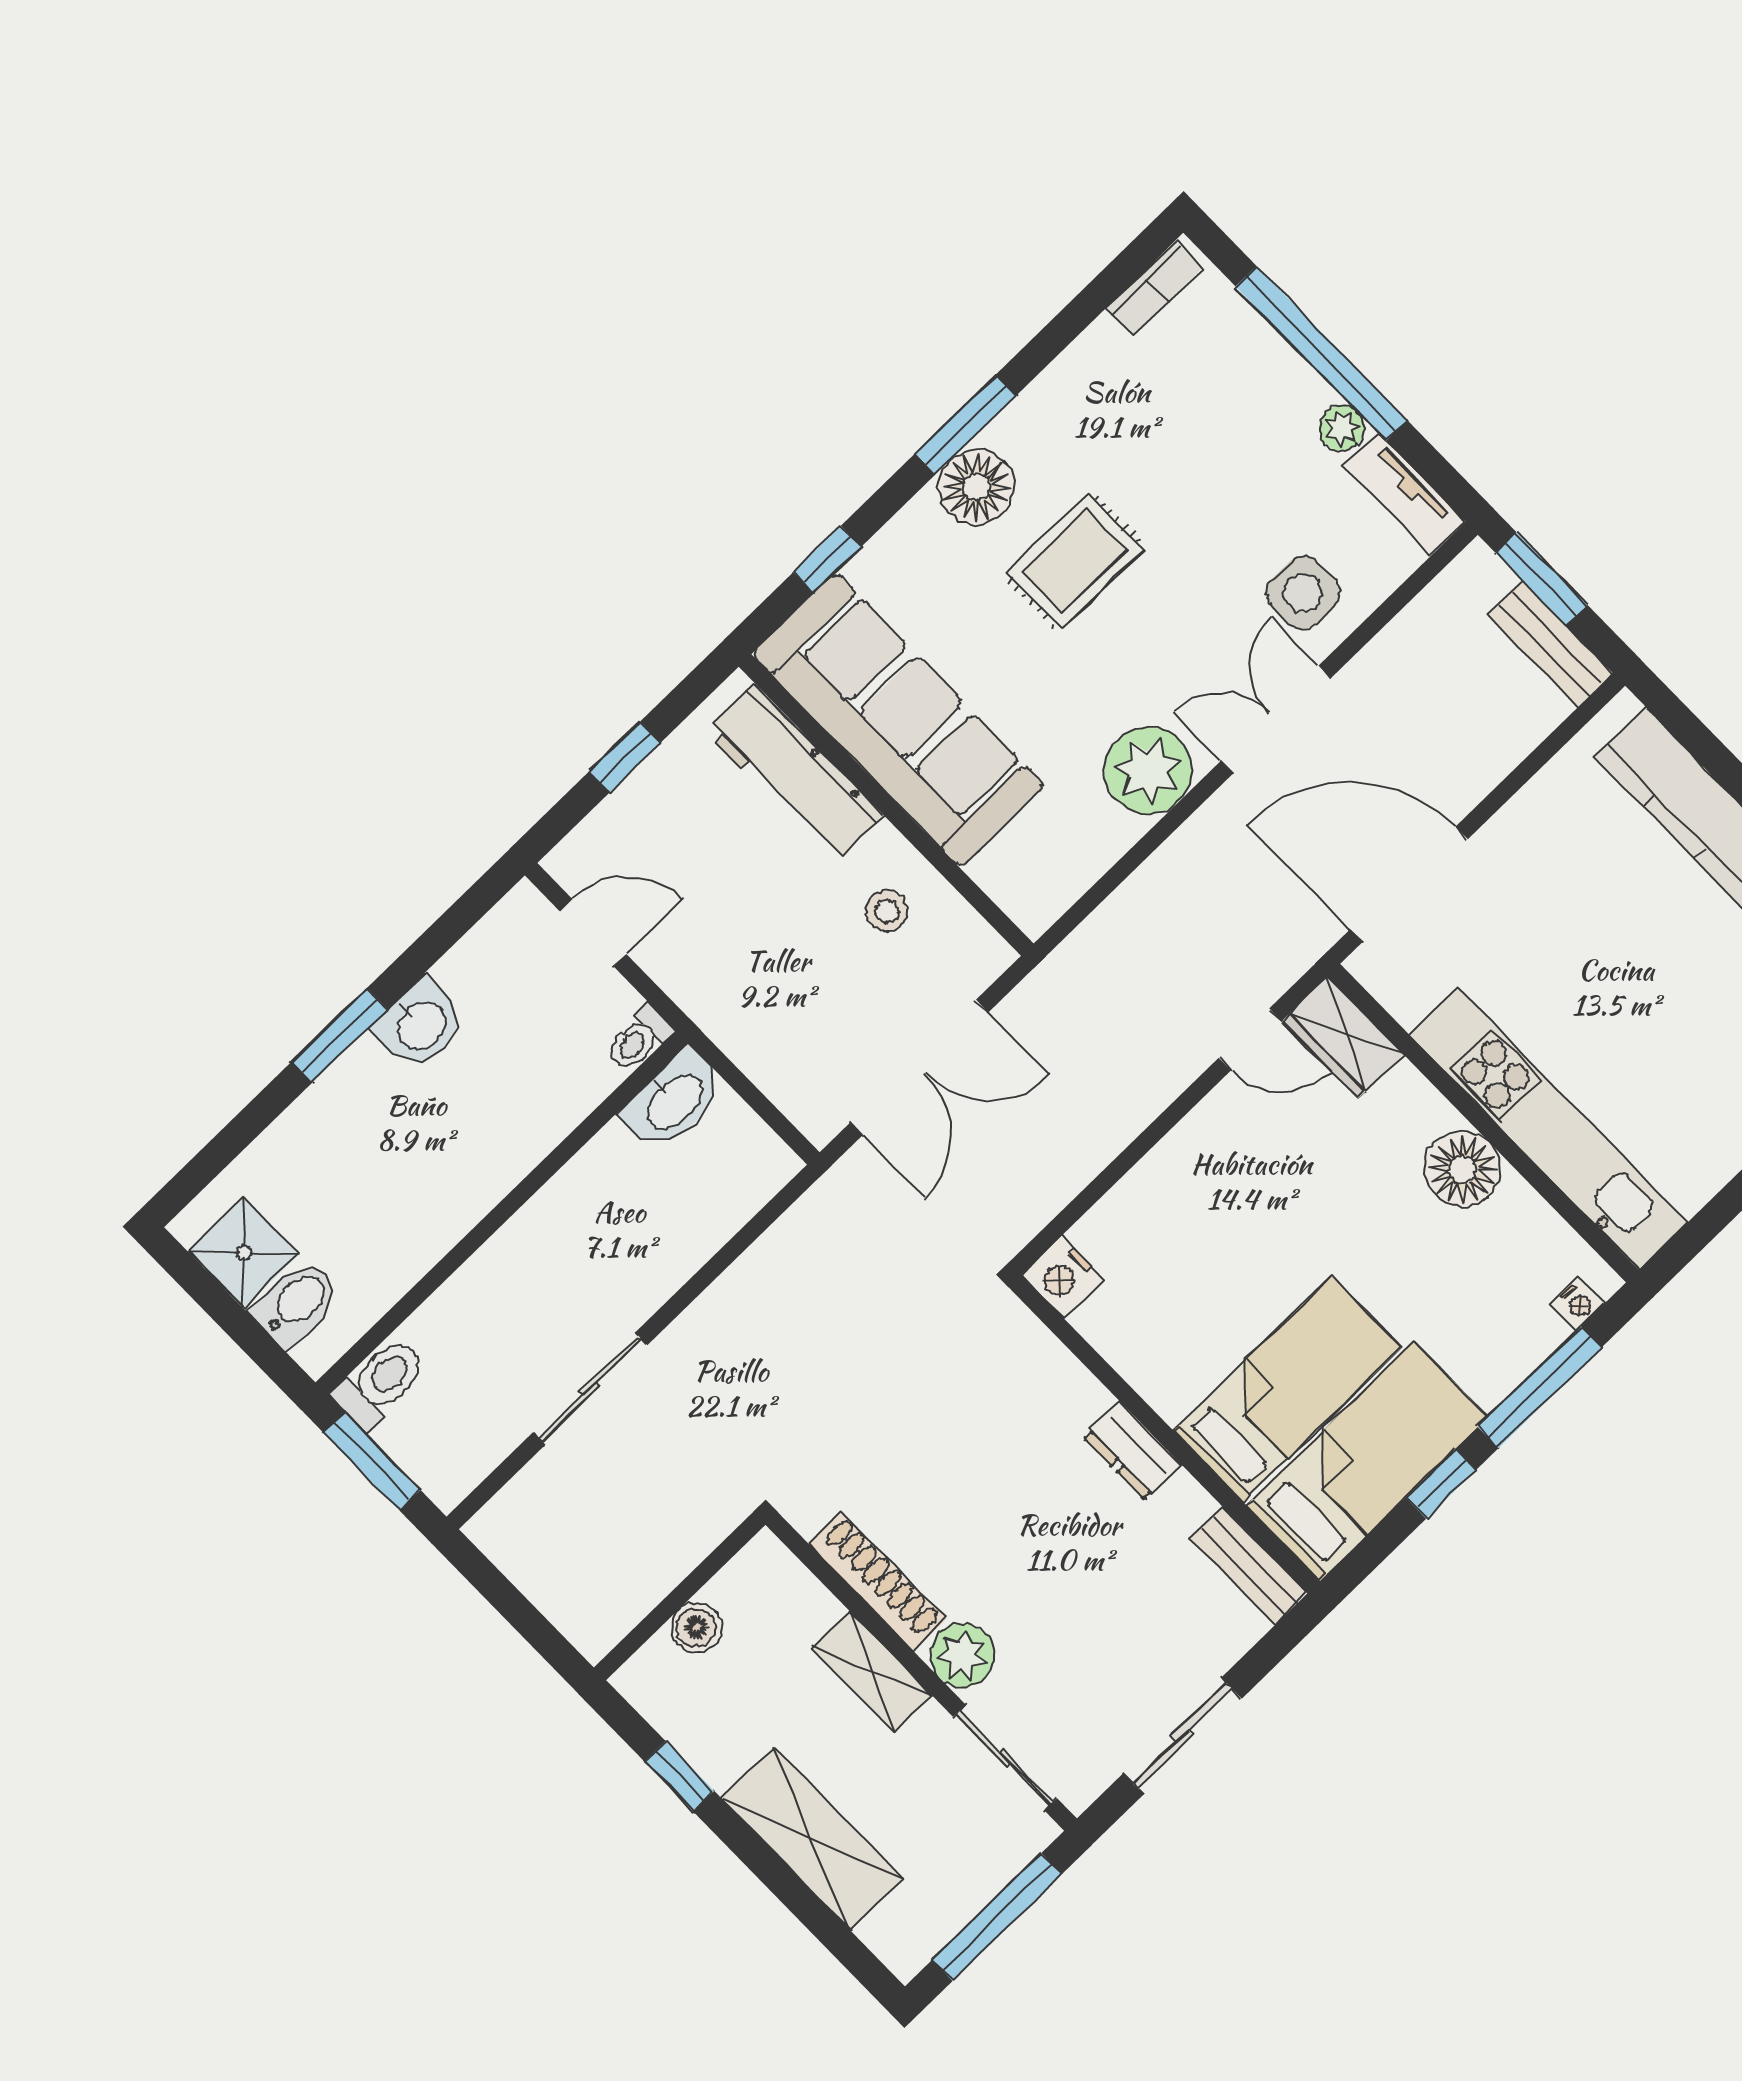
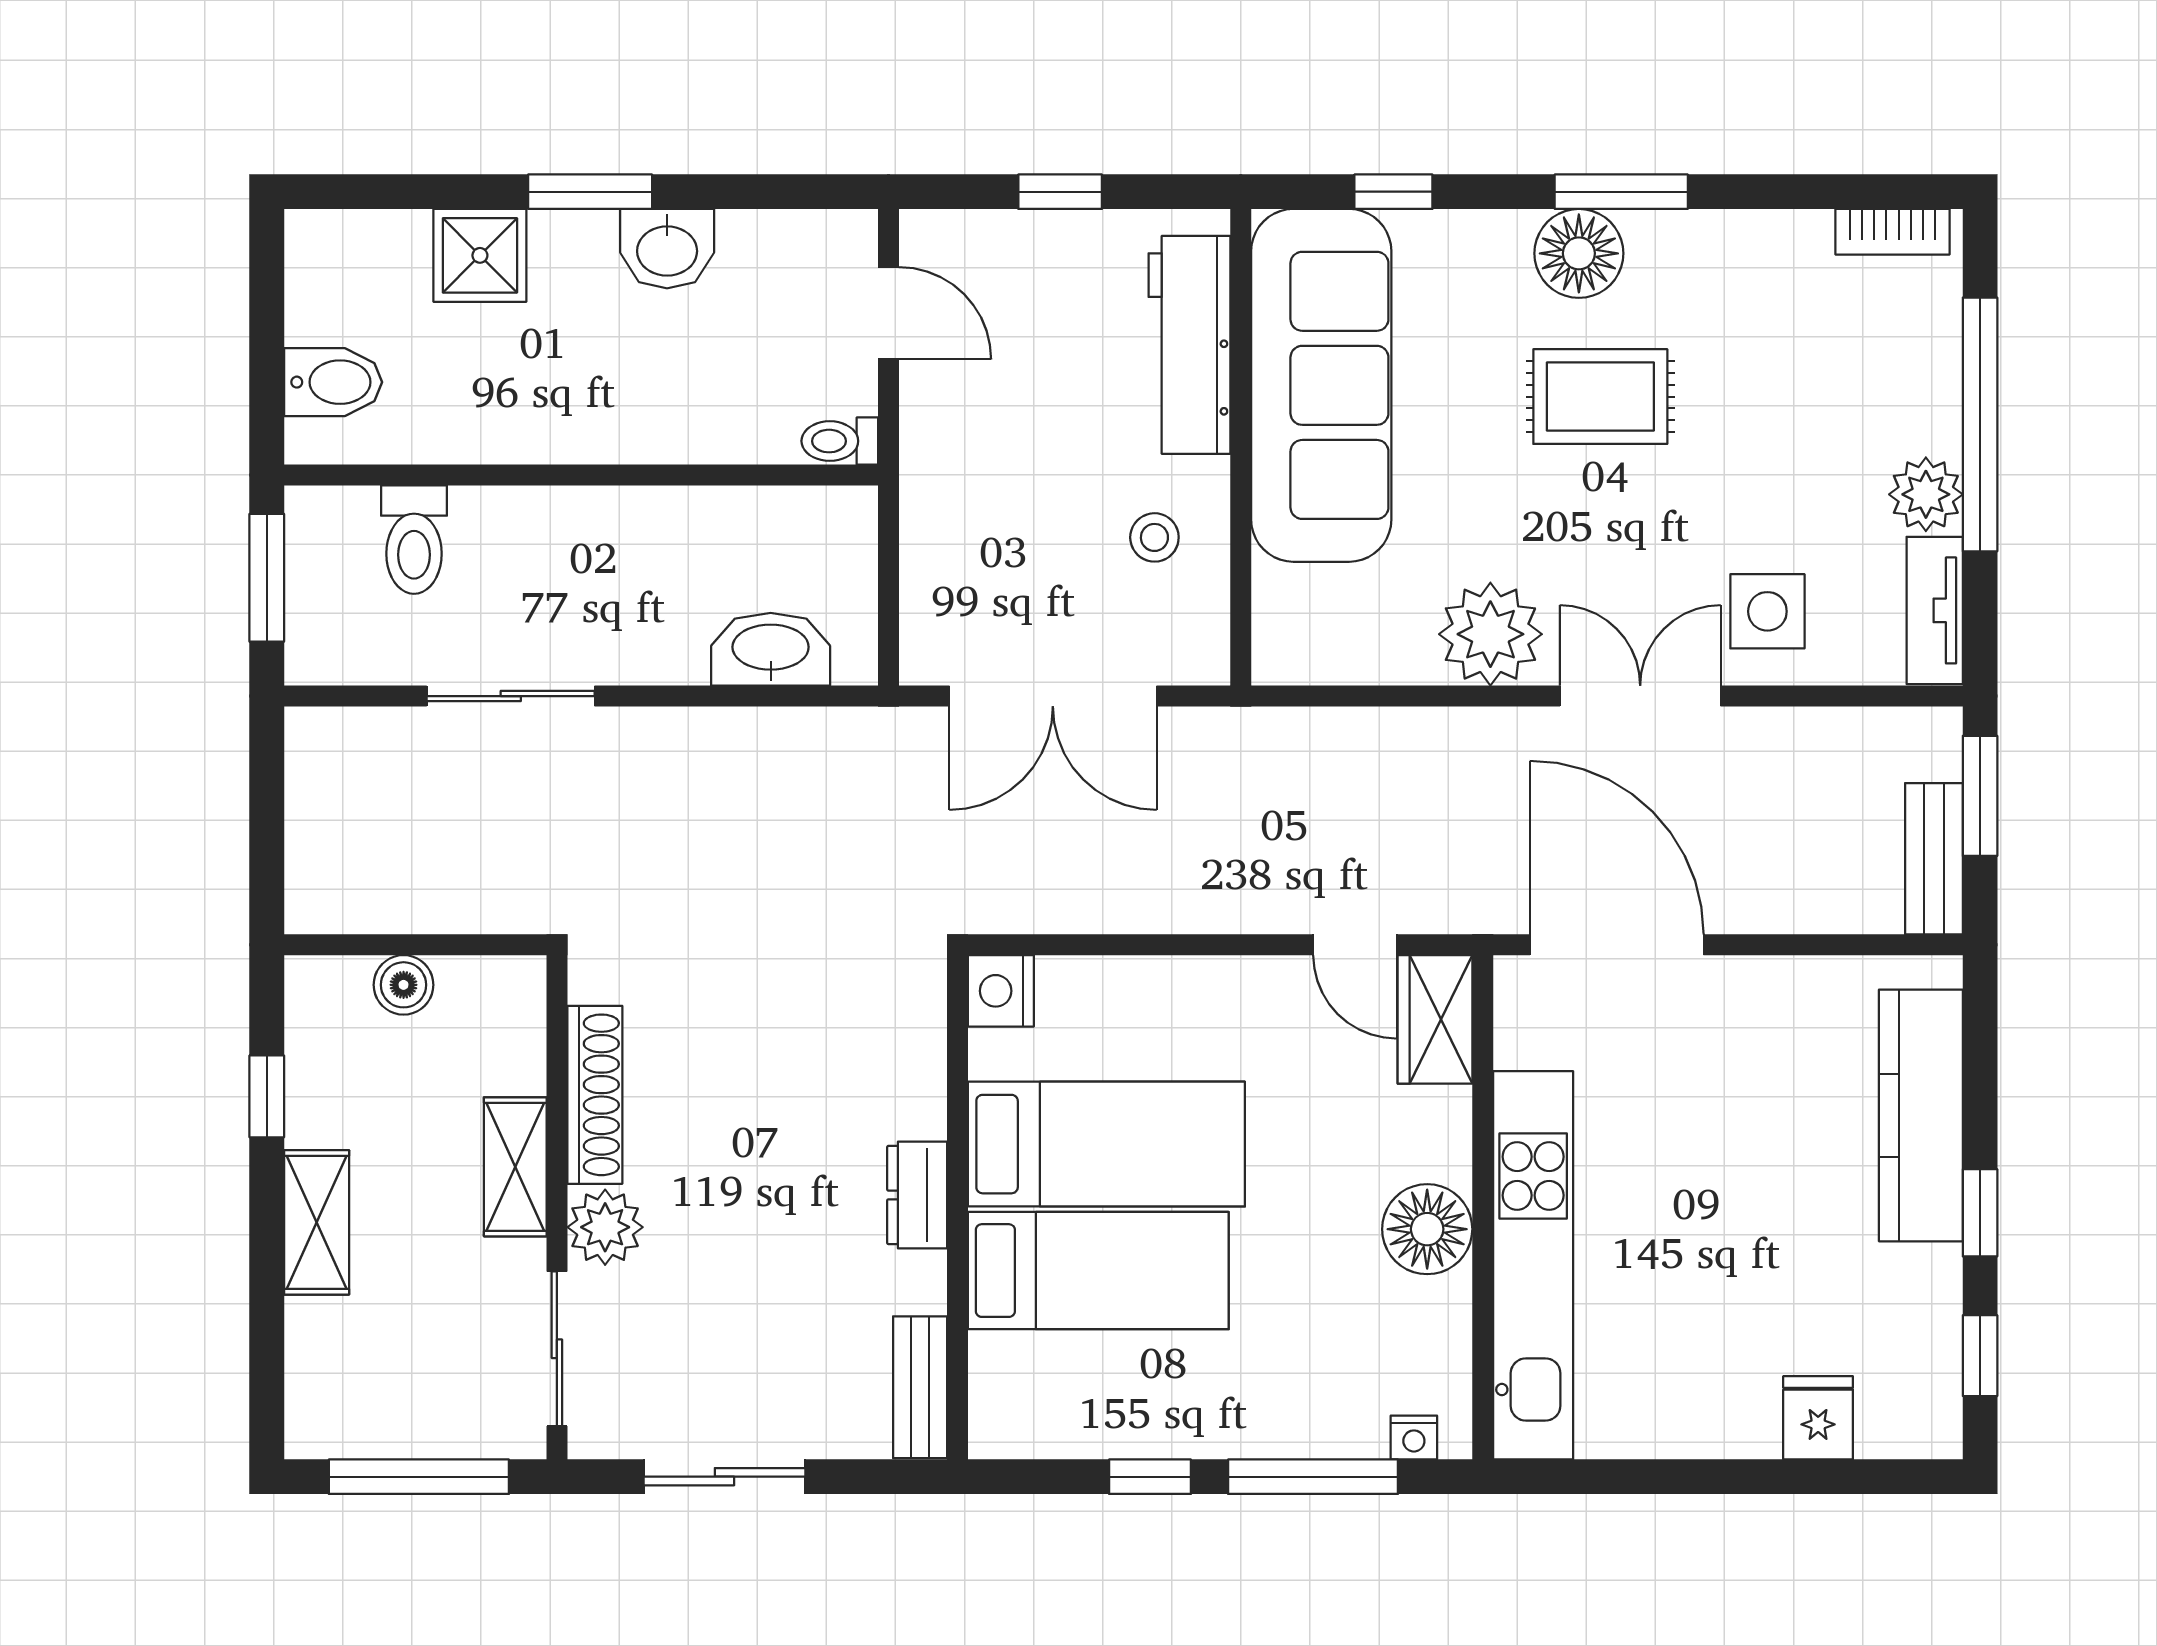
plant: (1342, 428) -> (1926, 494), width x1.38, depth x1.38
washbasin: (674, 1100) -> (771, 649), moved, turned 180
shower: (244, 1253) -> (480, 255), moved
toilet: (380, 1383) -> (414, 540), moved, turned 90
bed: (1367, 1461) -> (1106, 1144), moved
shelving: (812, 1839) -> (317, 1222), width x0.67, depth x0.75

